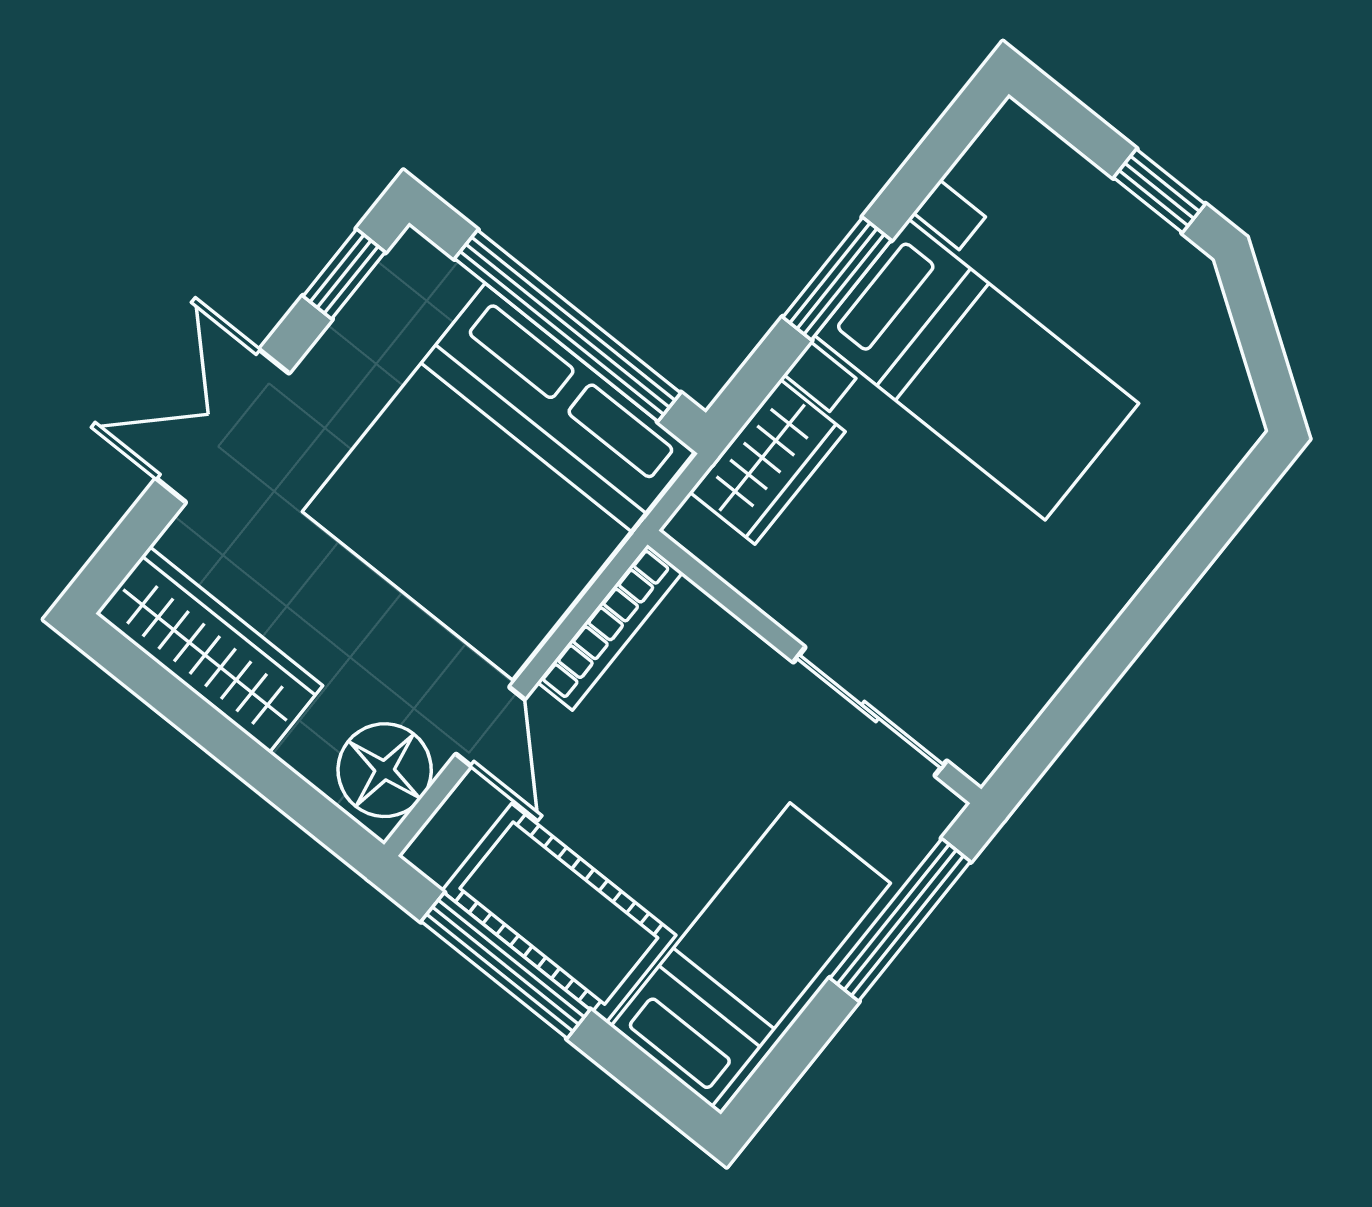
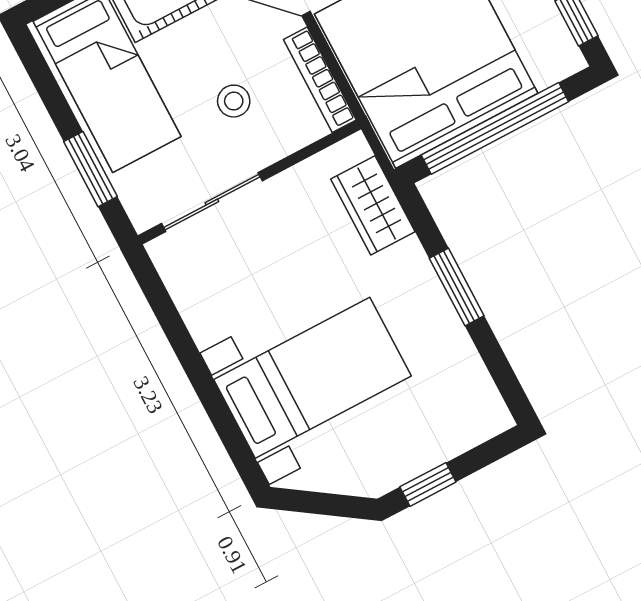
bed with nightstands: (977, 370) -> (312, 378), moved, turned 180
stool: (700, 745) -> (234, 101), added
window: (900, 920) -> (91, 169), width x0.69

